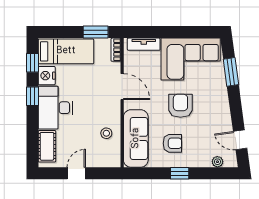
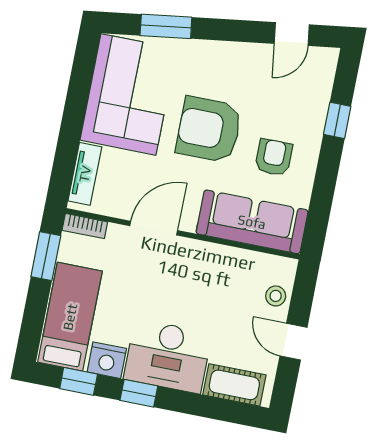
armchair: (180, 106) -> (209, 130), width x1.36, depth x1.36
stool: (106, 133) -> (276, 296), moved
plant: (217, 162) -> (323, 83), removed
window: (180, 173) -> (337, 120), moved

